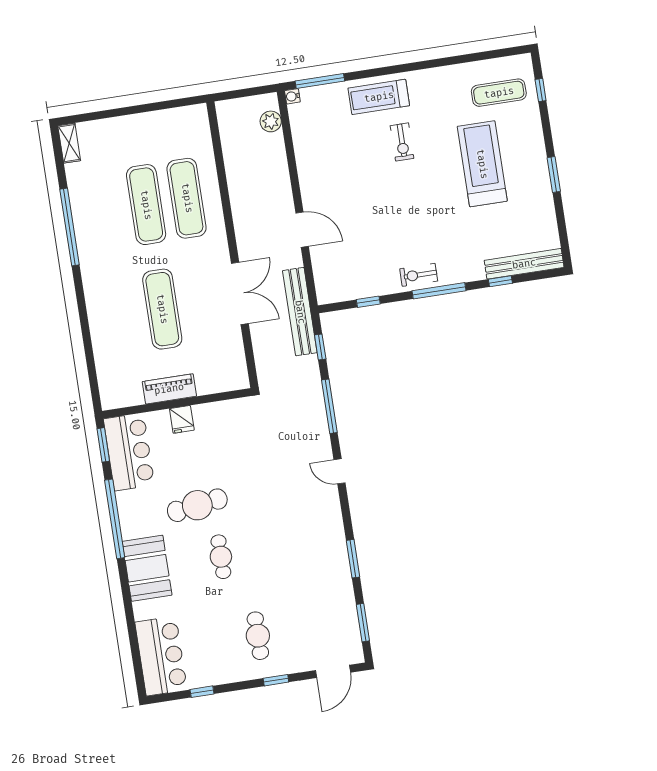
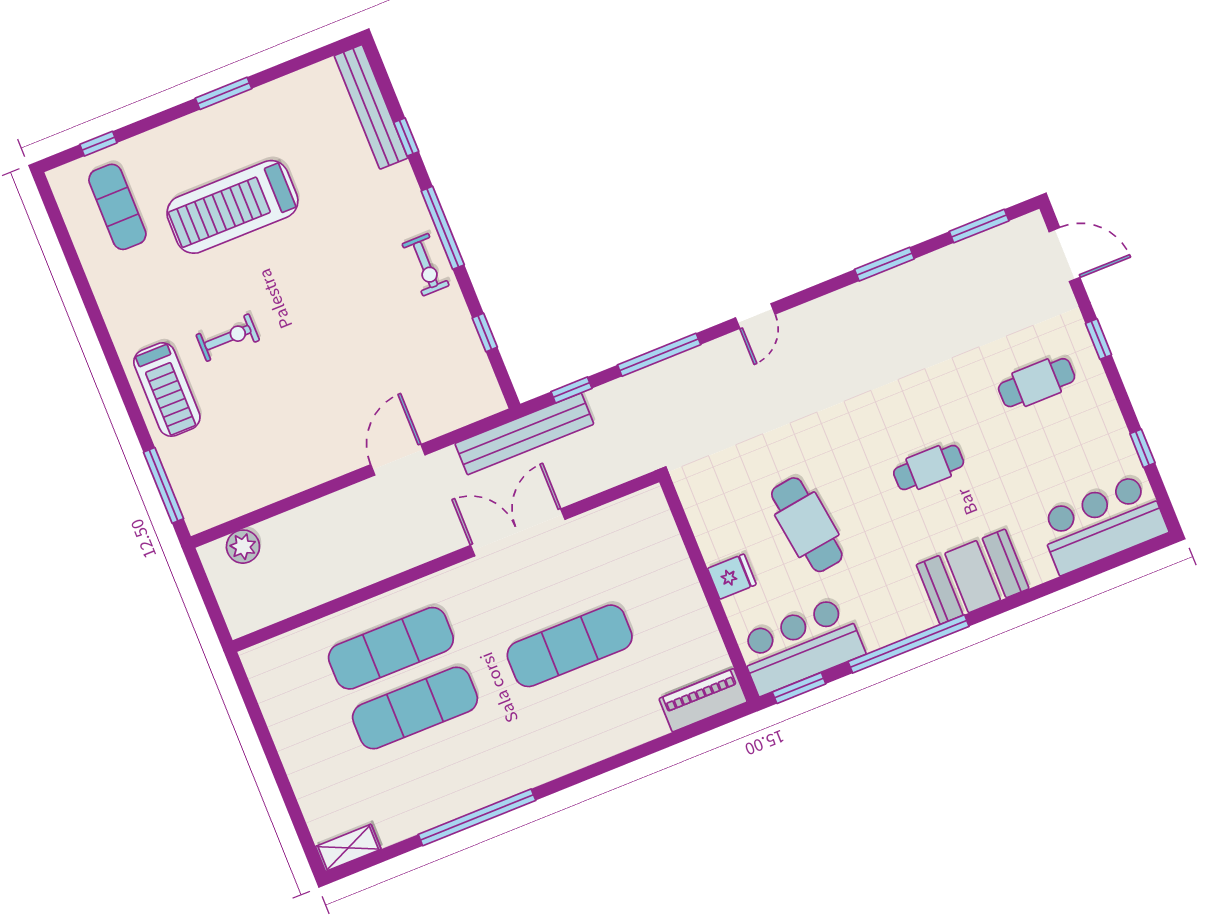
water cooler: (292, 96) -> (197, 522), removed
piano: (169, 389) -> (703, 700), moved, turned 90
cafe table: (197, 505) -> (807, 525), moved

